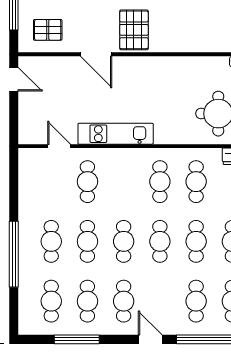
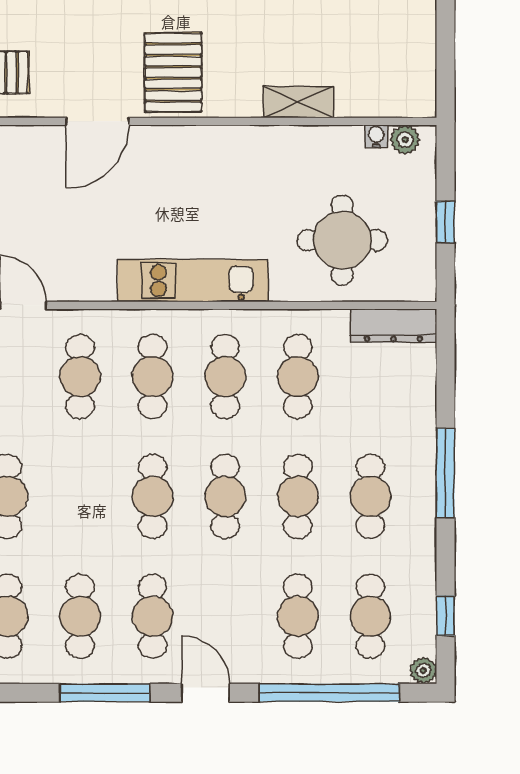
shelving: (196, 45) -> (298, 102), added
door: (96, 54) -> (97, 121), hinge flipped
kitchen unit: (116, 134) -> (193, 281), moved
cafe table: (87, 241) -> (153, 377), moved
window: (77, 339) -> (105, 693), moved

